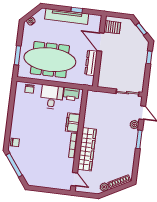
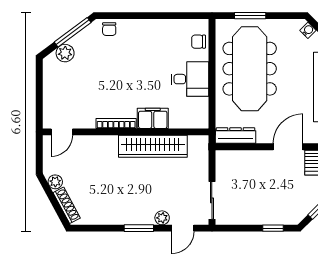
dresser: (91, 63) -> (235, 136), moved
printer: (71, 94) -> (199, 110), removed
wardrobe: (87, 149) -> (153, 146), moved
plant: (26, 171) -> (65, 53), added

